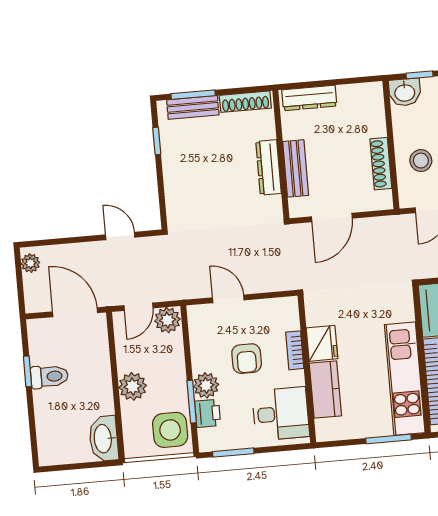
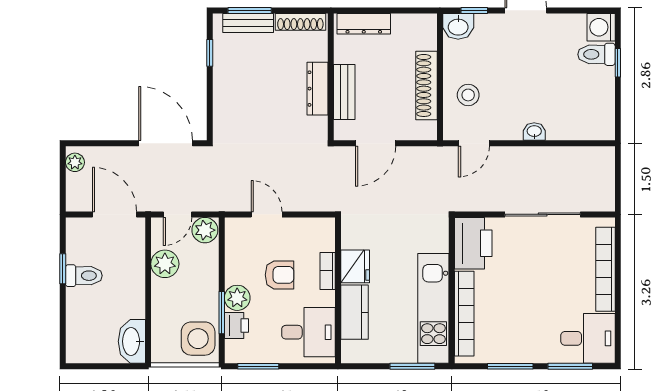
shoe rack: (381, 164) -> (426, 85), width x1.36, depth x1.24
door: (120, 236) -> (166, 143), width x1.87
armchair: (247, 359) -> (279, 275), turned -90
plant: (133, 386) -> (165, 264), moved

